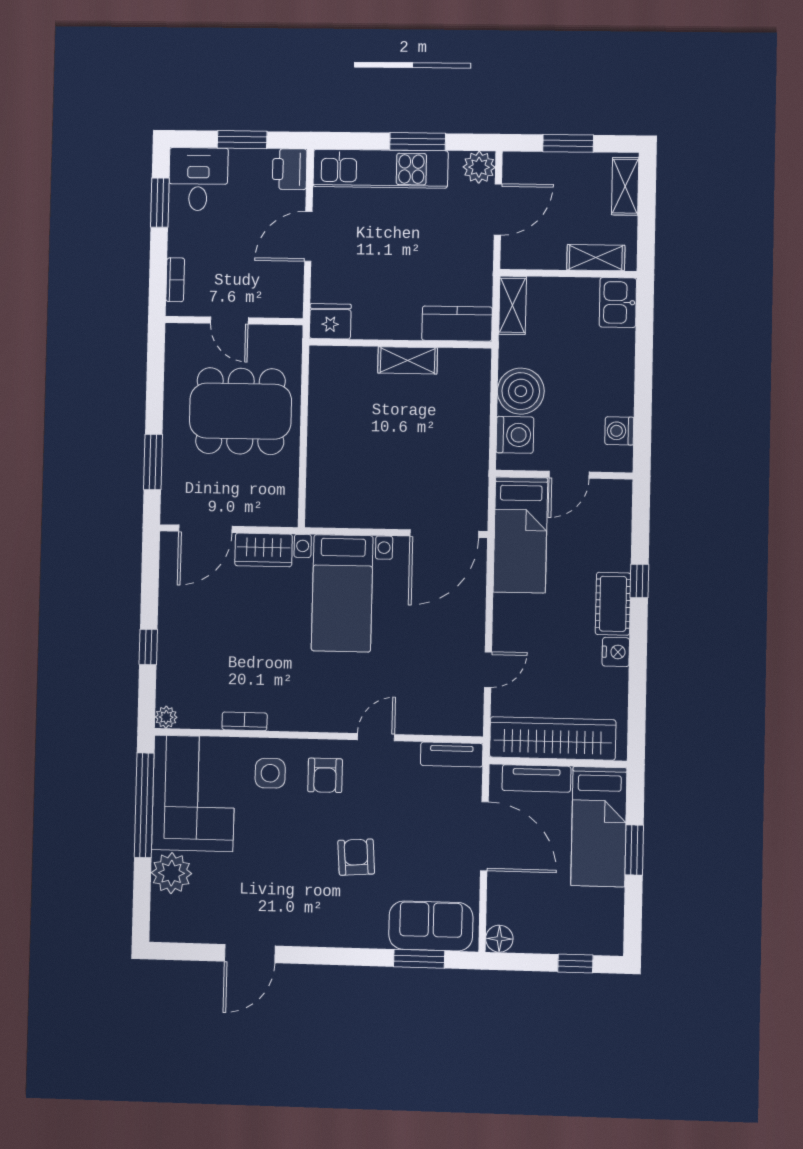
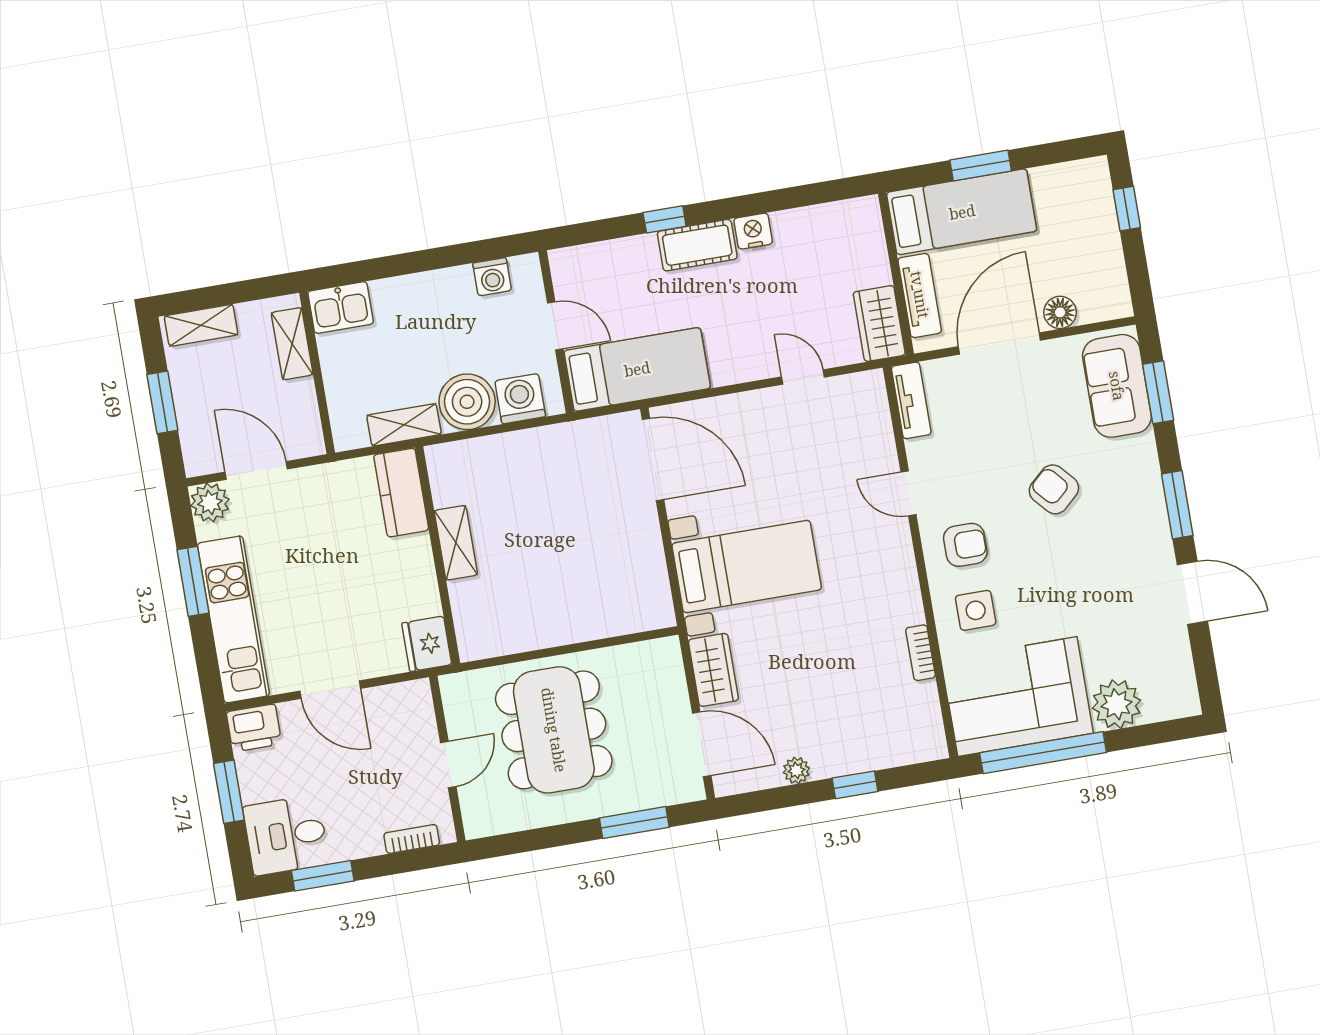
shelving: (513, 305) -> (404, 425), moved
plant: (166, 717) -> (796, 770), moved
wardrobe: (553, 738) -> (879, 324), width x0.48, depth x0.85
armchair: (356, 857) -> (1054, 489), turned 52
floor lamp: (499, 939) -> (1060, 312), moved
window: (324, 956) -> (1177, 505), added

